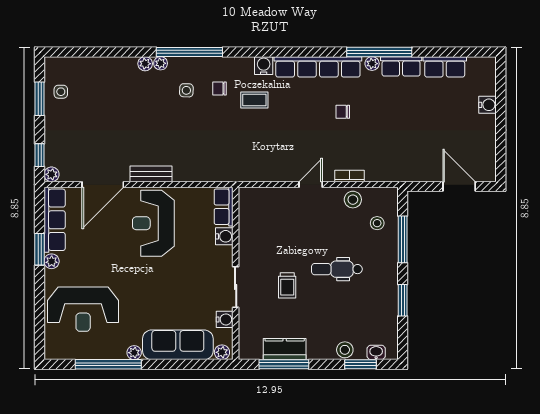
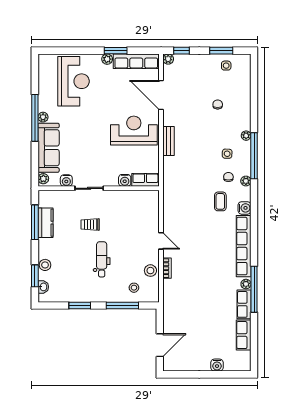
plant: (145, 64) -> (246, 181), moved
chair: (343, 112) -> (218, 104), moved
bench: (151, 174) -> (169, 141), moved
reception desk: (83, 309) -> (73, 81), turned 180
window: (108, 364) -> (35, 118), moved

